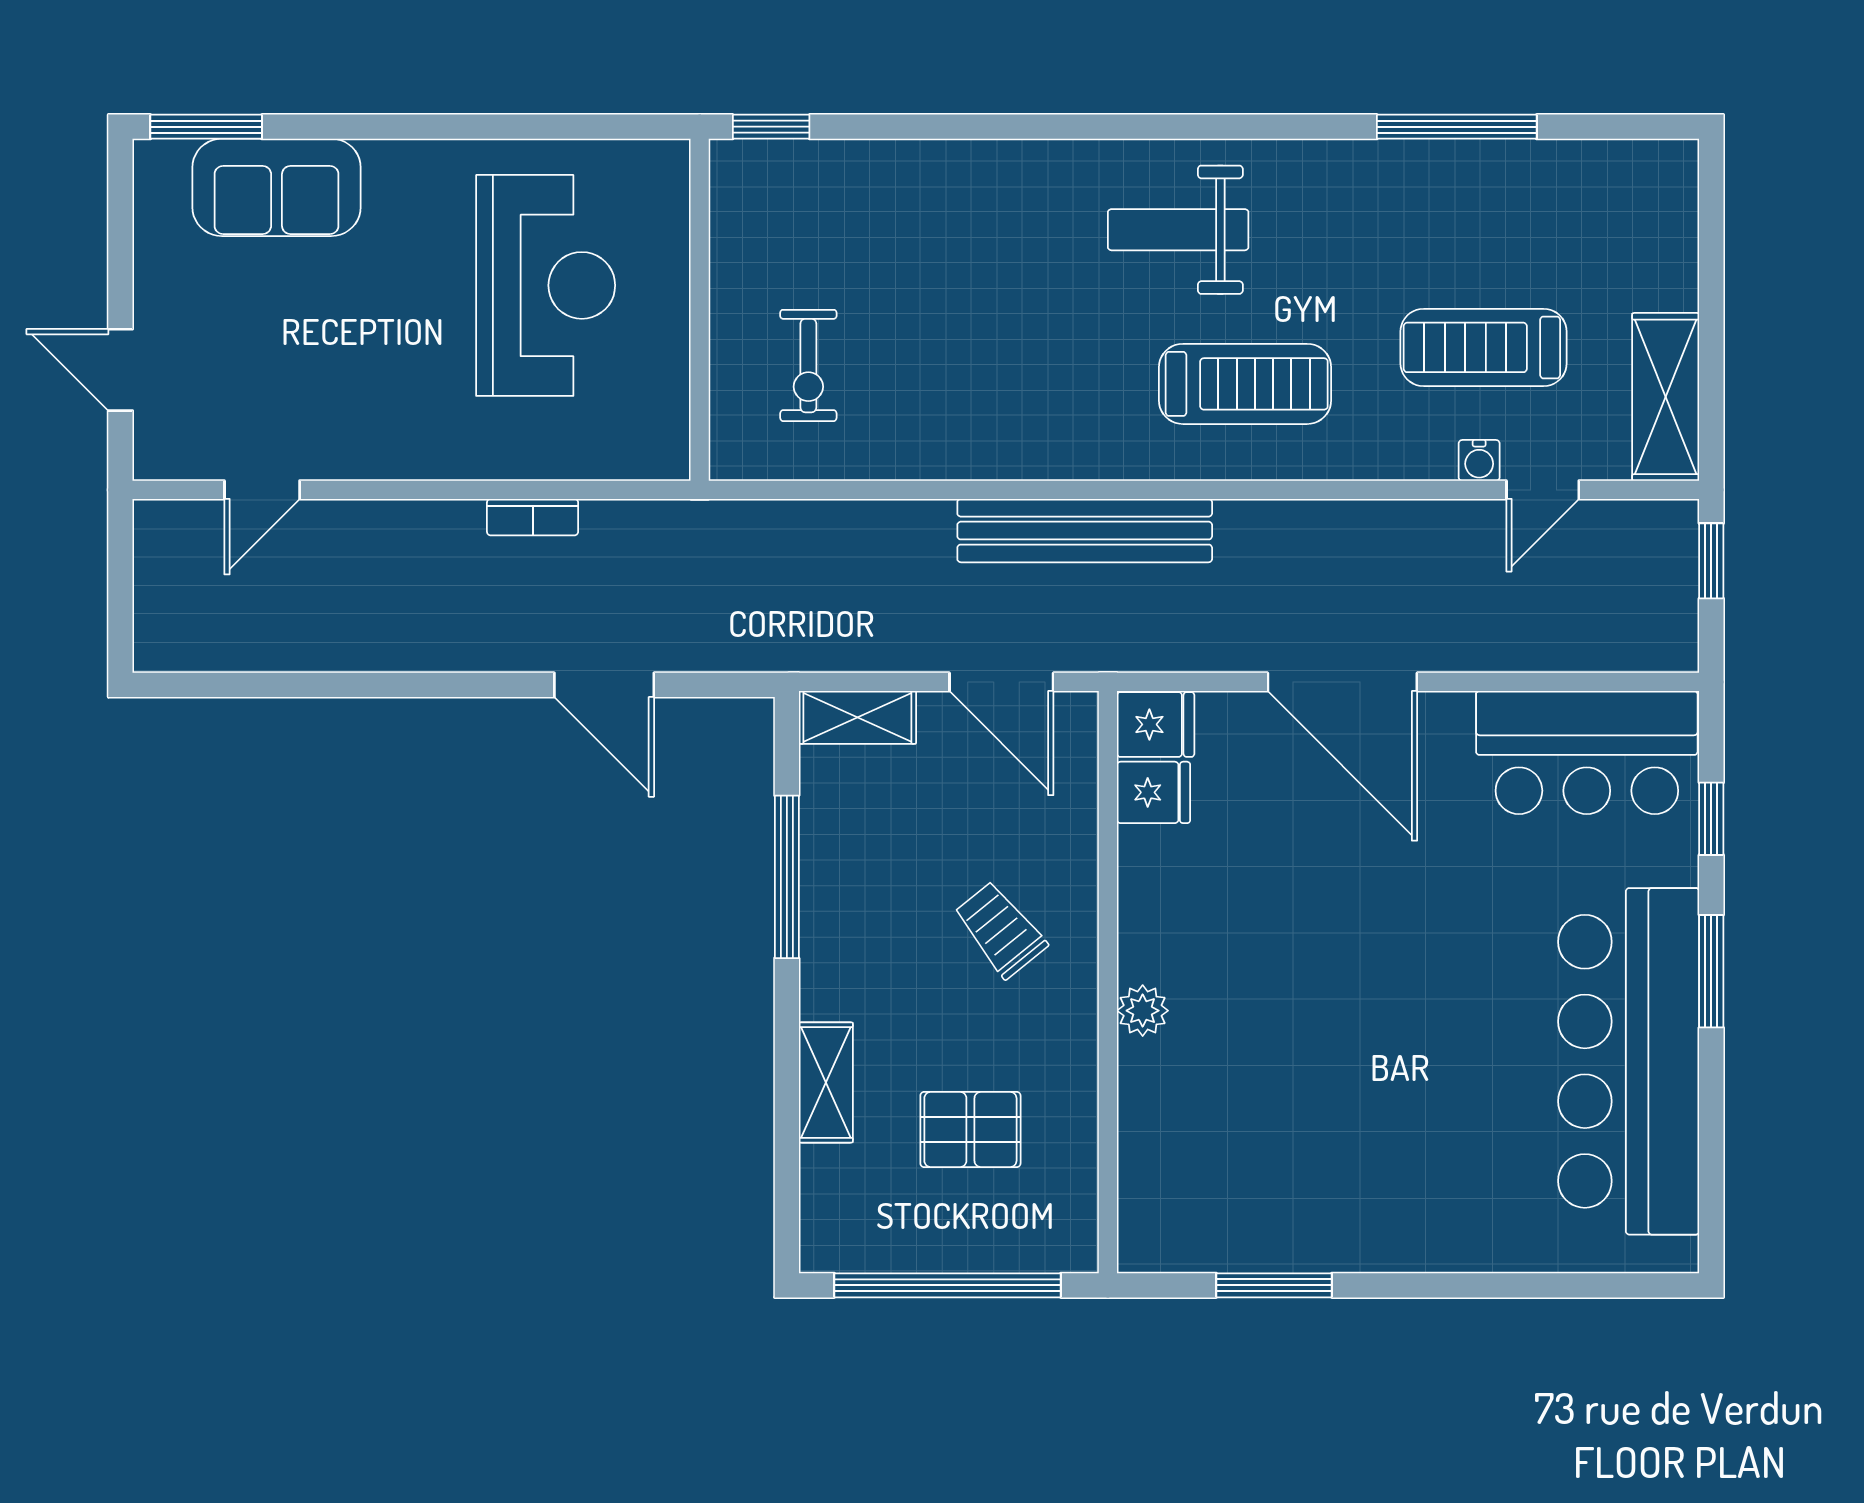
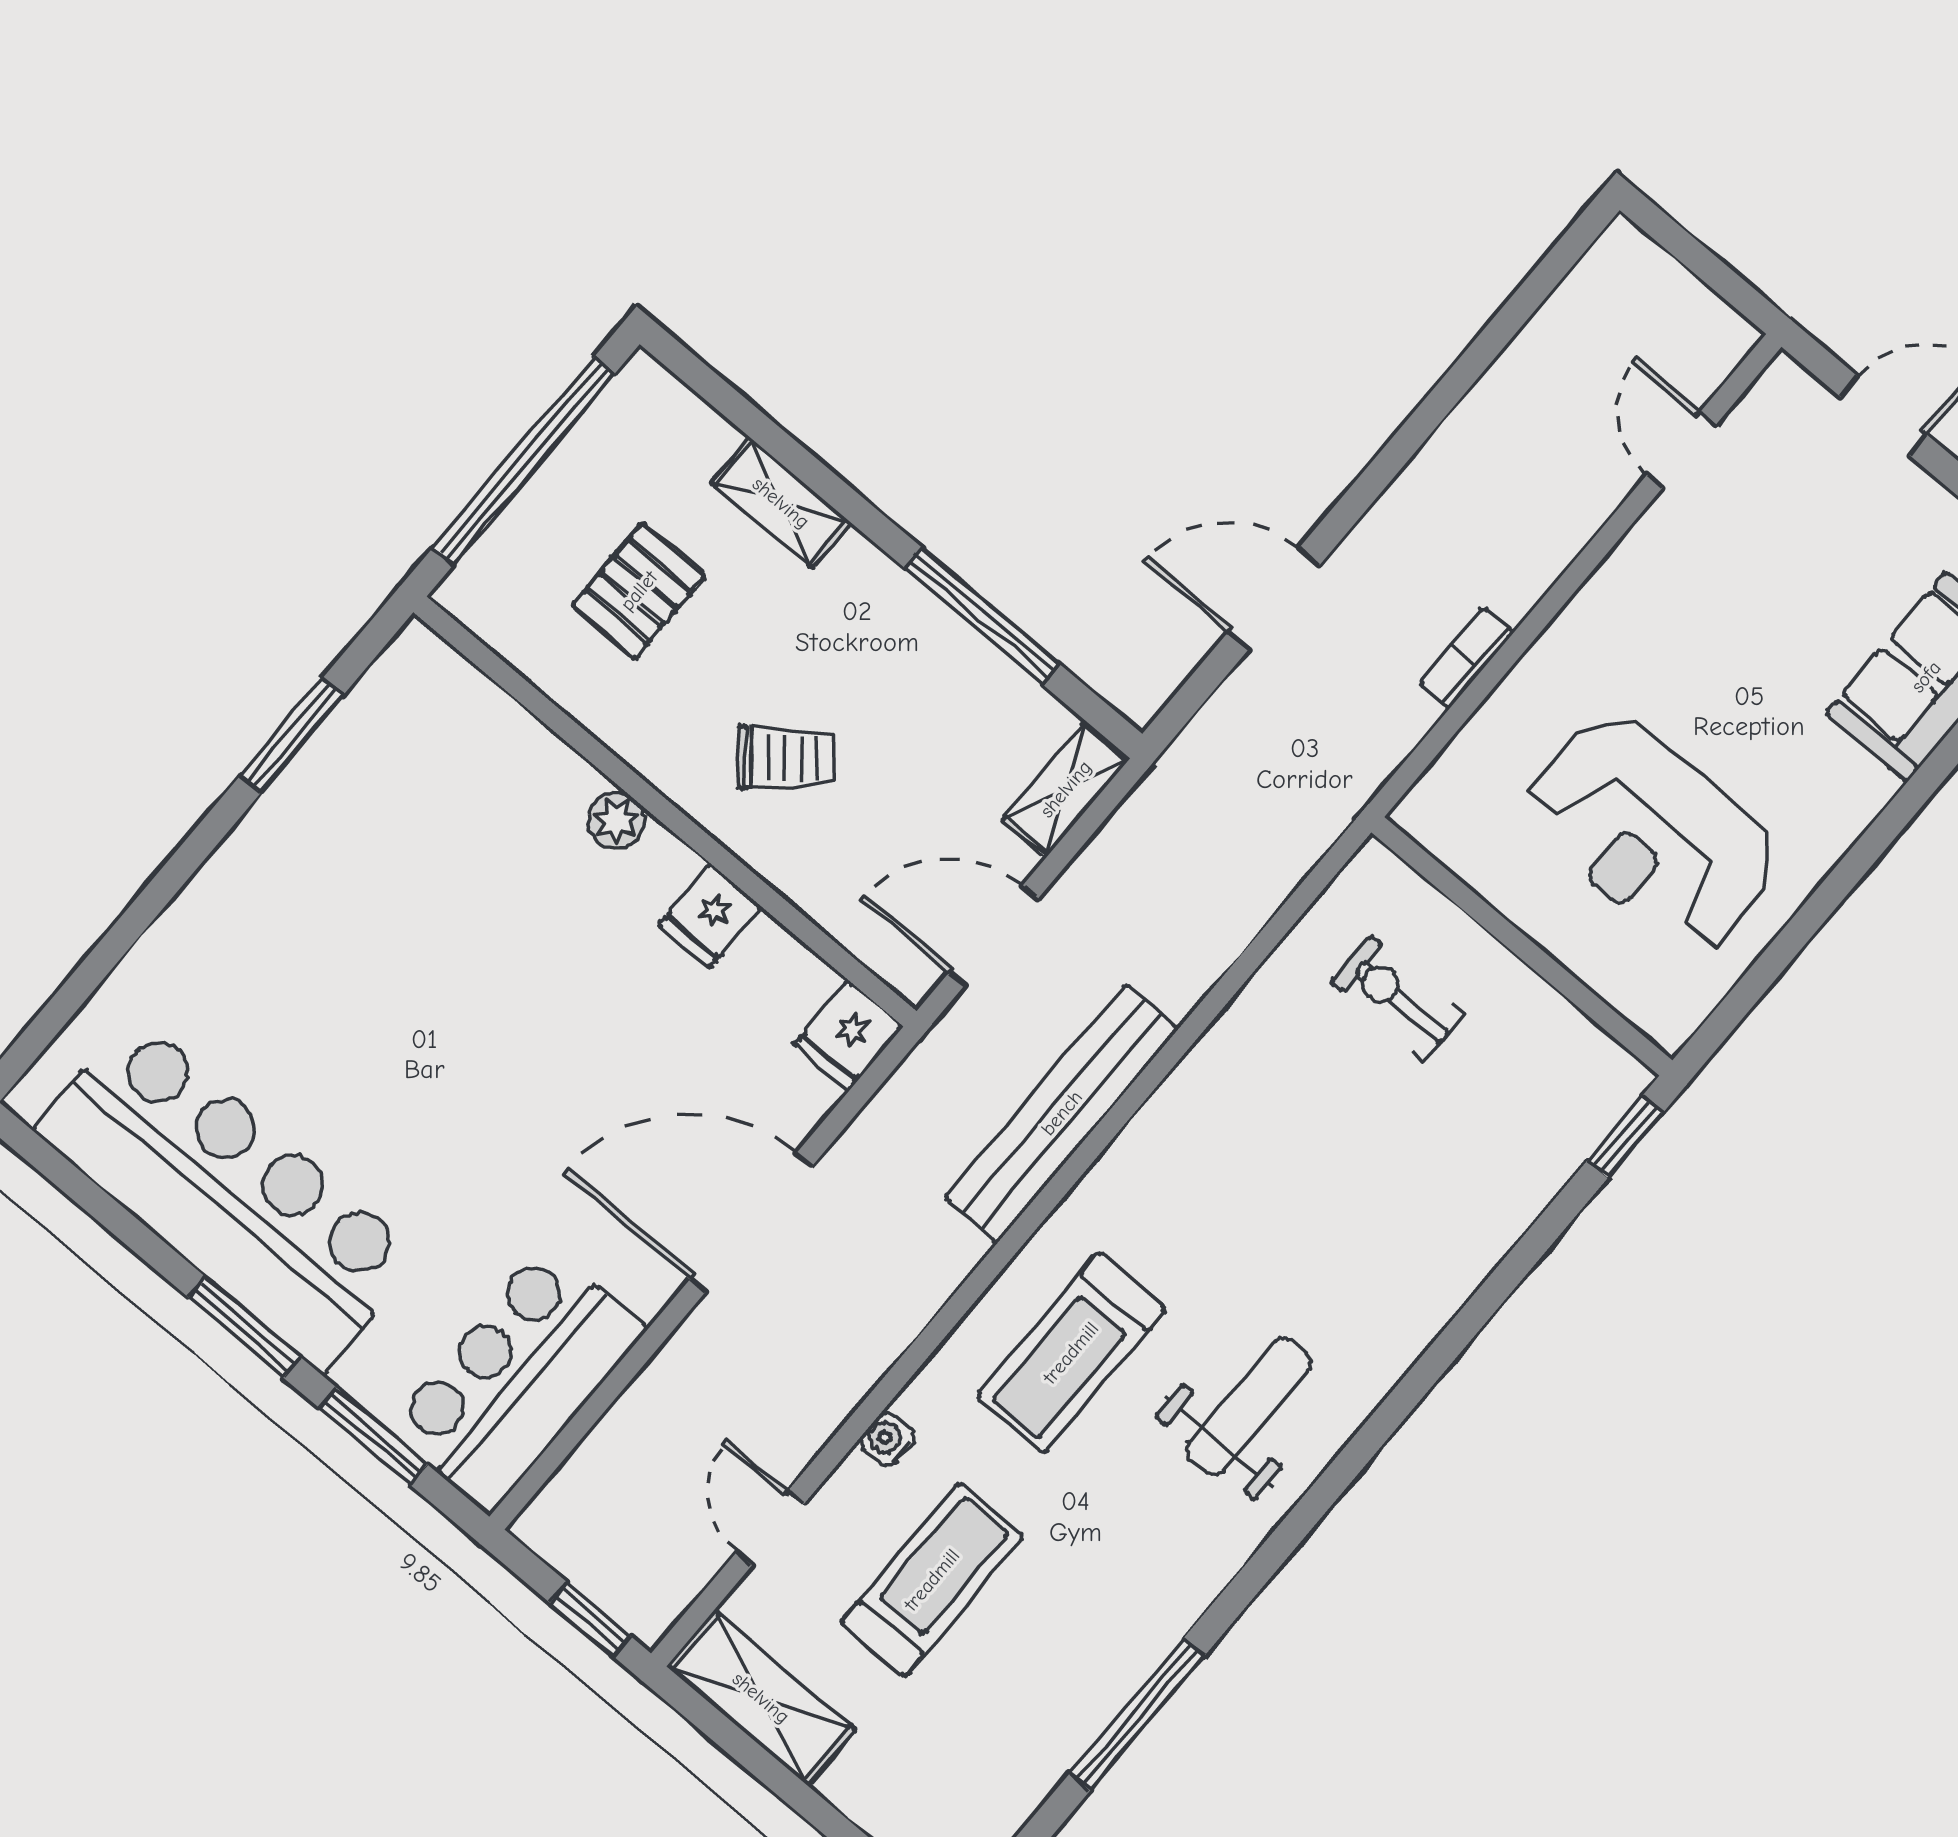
water cooler: (1479, 460) -> (887, 1440), moved
fridge: (1154, 792) -> (710, 916), moved
window: (1711, 819) -> (373, 1436), width x1.50

